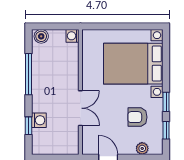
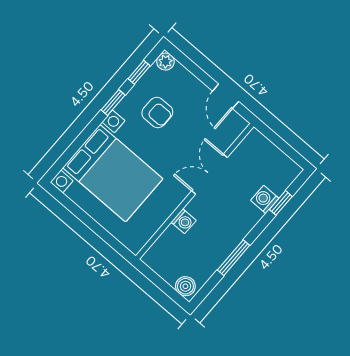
washing machine: (72, 36) -> (184, 221), moved
window: (29, 74) -> (233, 258), width x0.69
plant: (142, 148) -> (165, 62), moved

